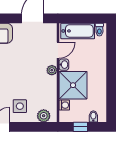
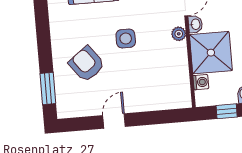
side table: (20, 106) -> (126, 39), moved
plant: (44, 116) -> (173, 100), removed

